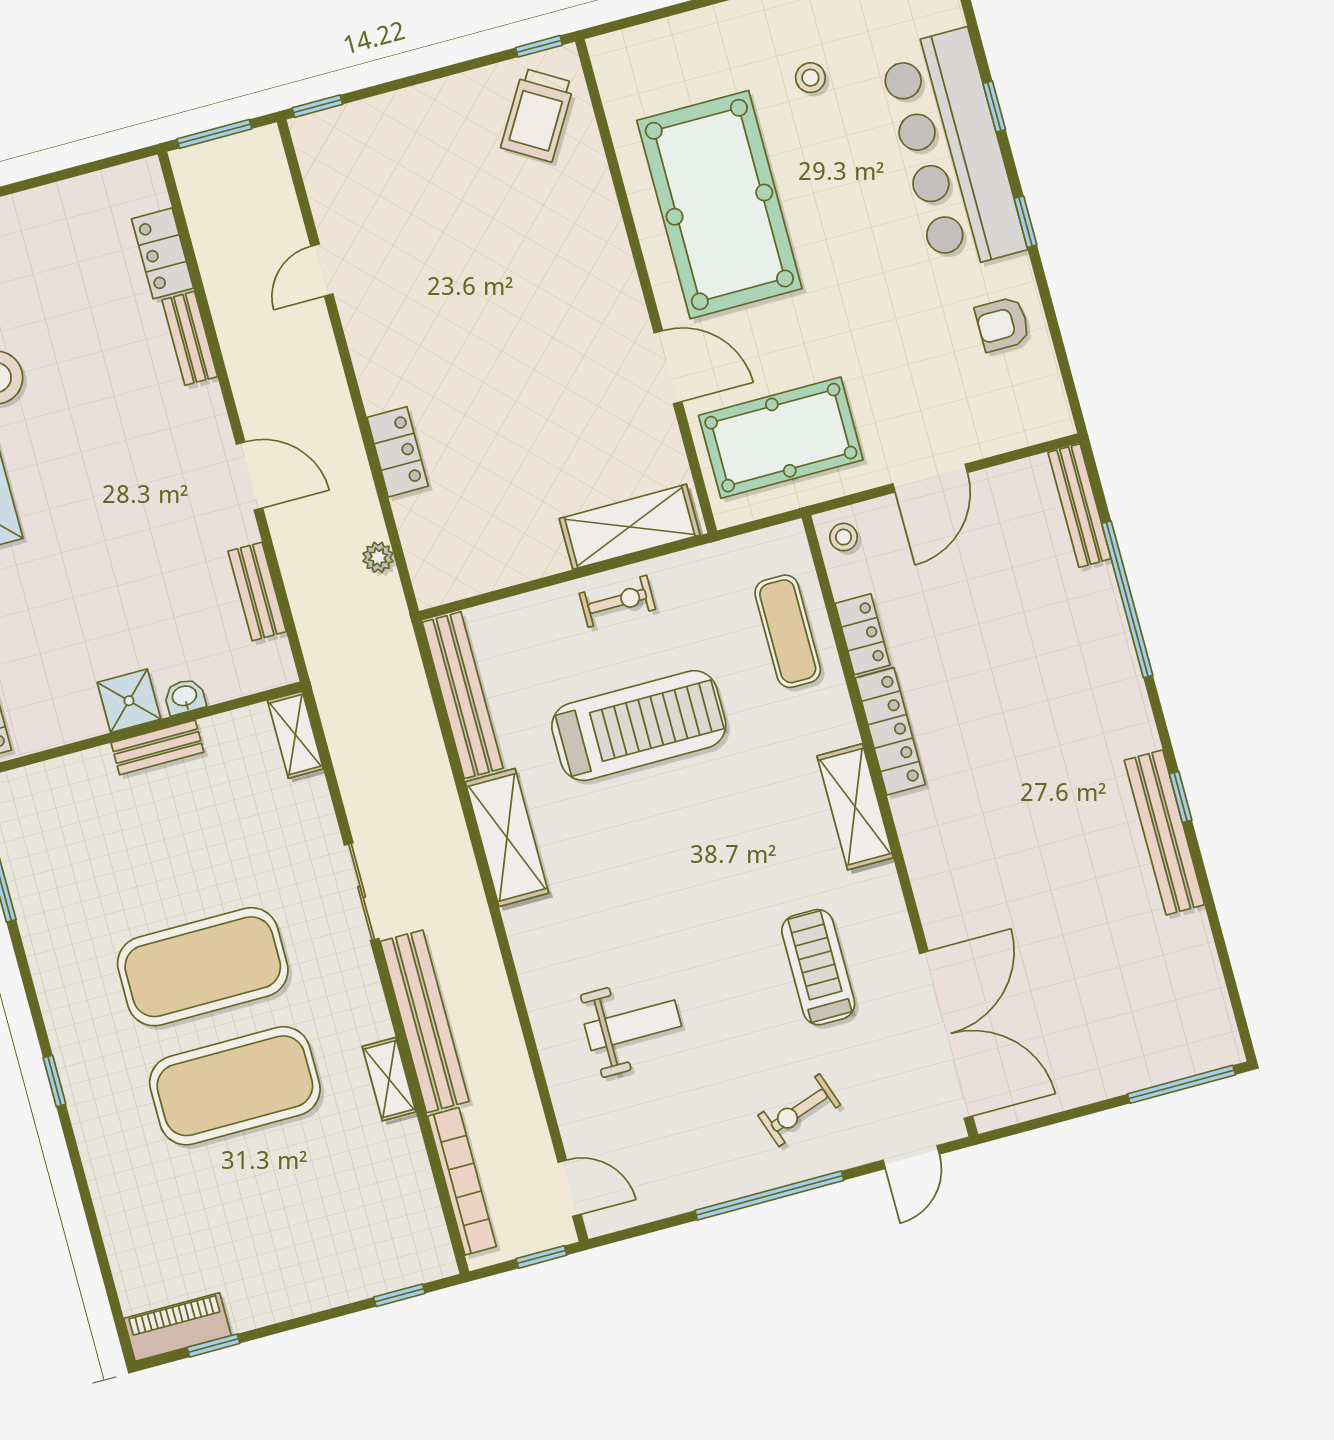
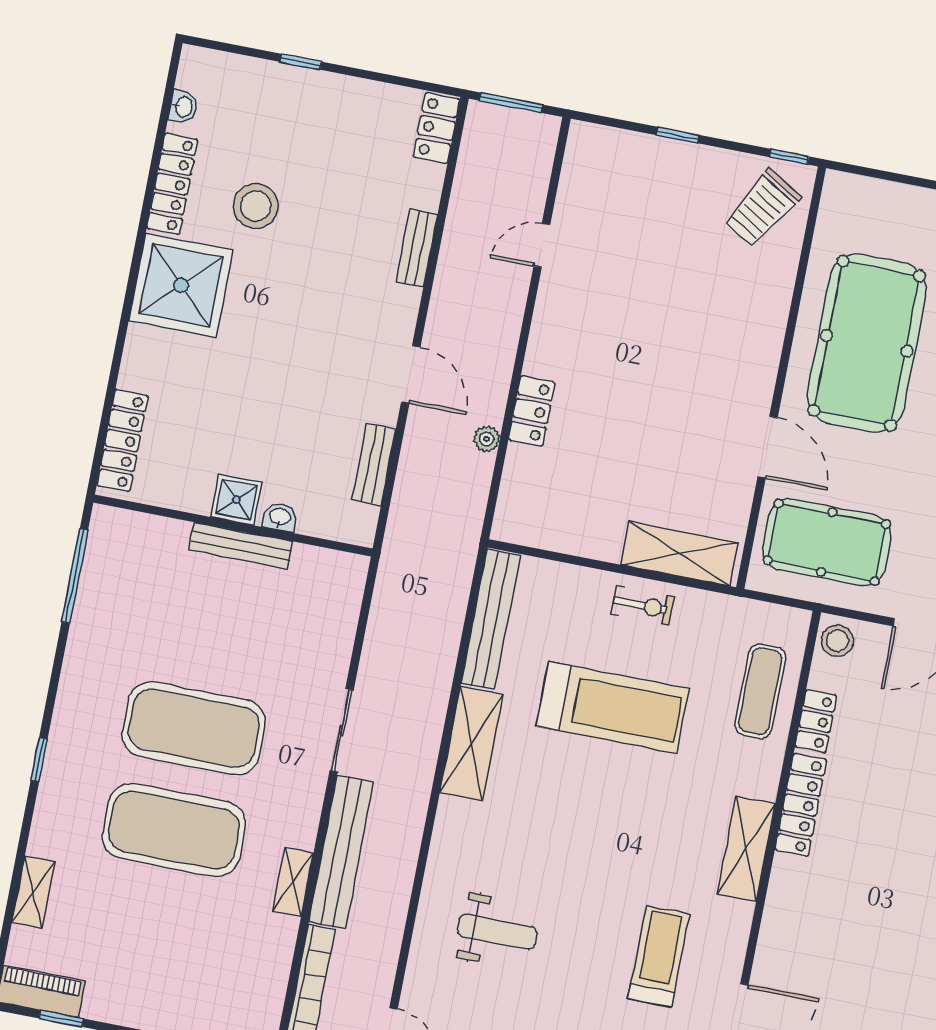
window: (317, 106) -> (678, 135), moved
locker: (163, 253) -> (436, 128), moved
stool: (844, 537) -> (837, 641), width x1.37, depth x1.37
plant: (378, 557) -> (487, 439), moved
shelving: (295, 735) -> (33, 892), moved
bench: (157, 747) -> (241, 546), width x1.36

